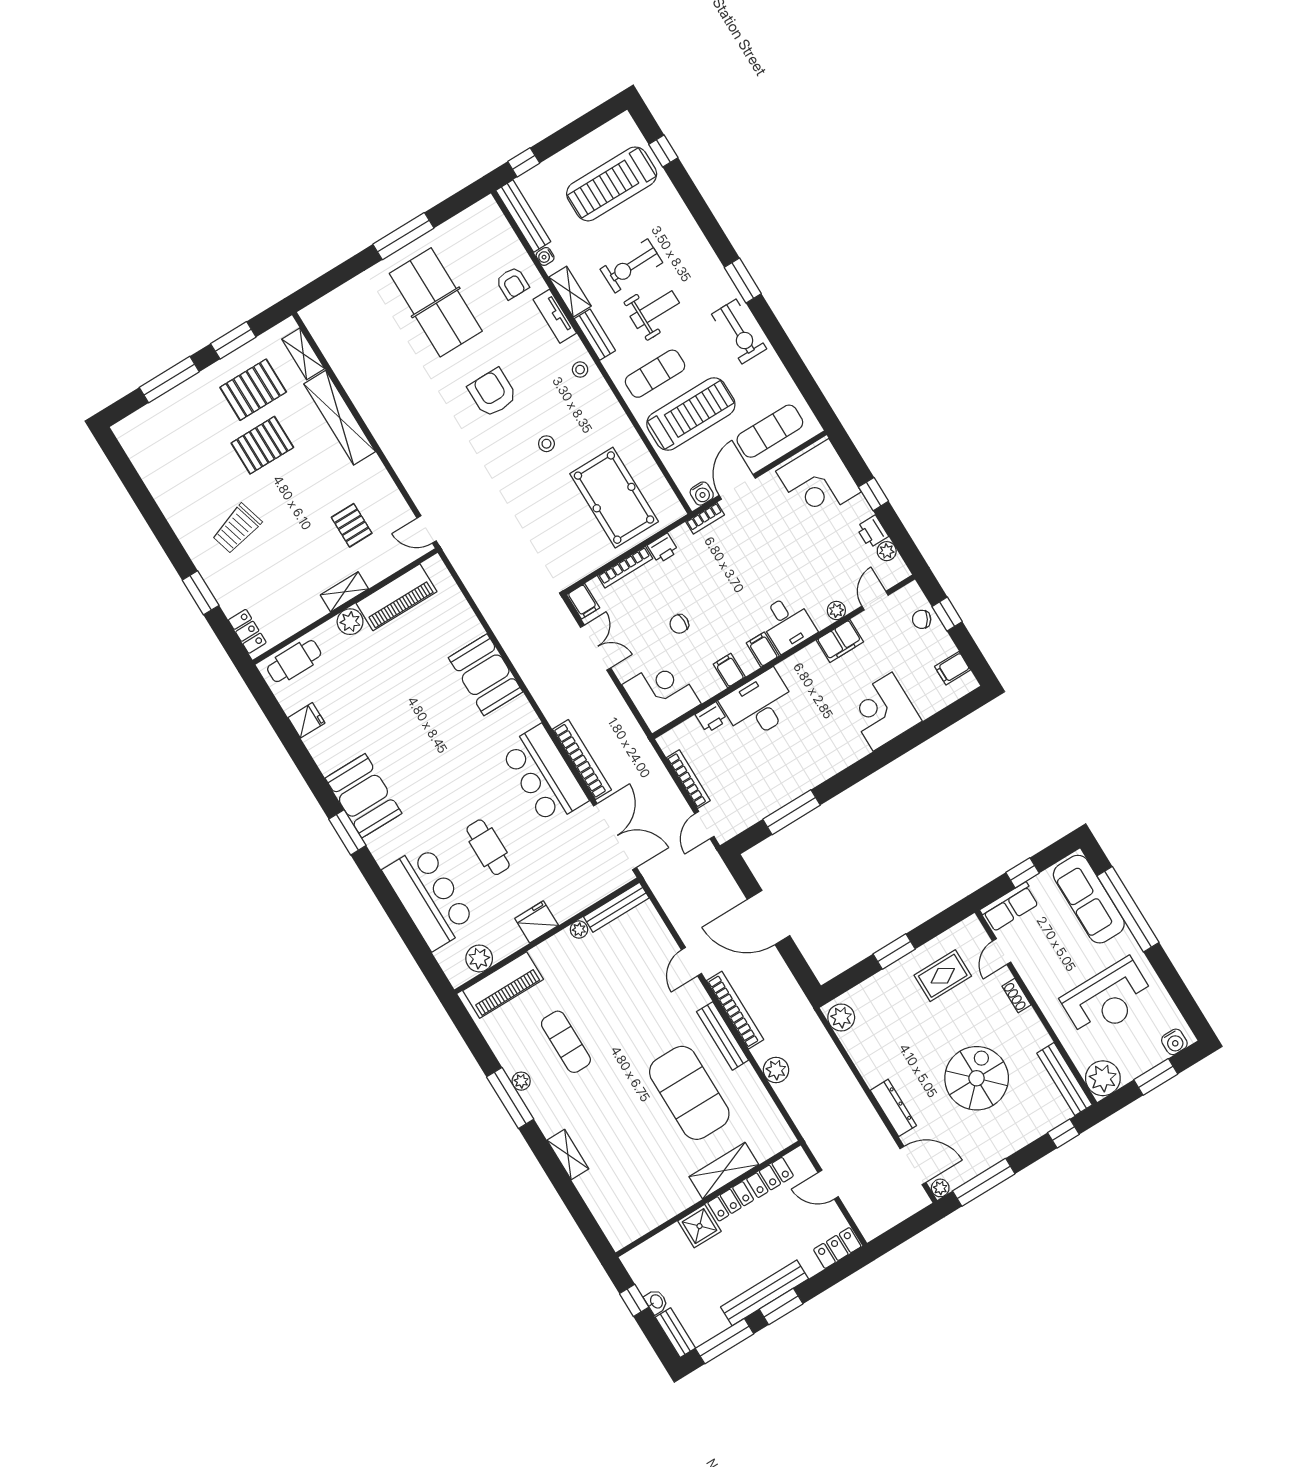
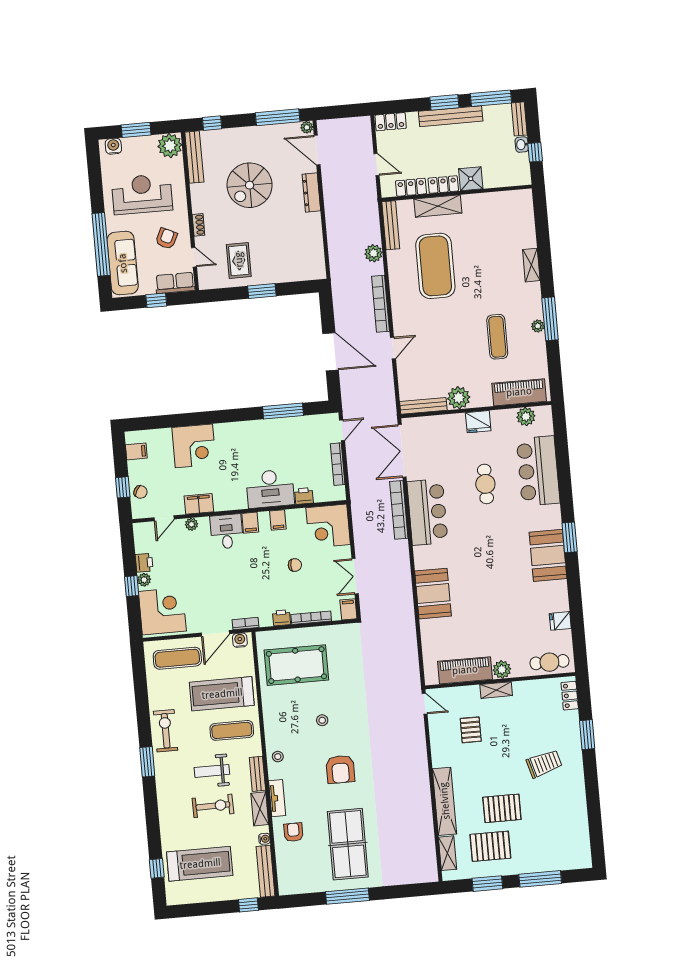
pool table: (614, 498) -> (296, 665), turned 90
plant: (887, 551) -> (144, 580), moved
plant: (579, 930) -> (459, 398), width x1.88, depth x1.88
door: (1002, 952) -> (194, 257), hinge flipped
armchair: (1049, 958) -> (166, 239), added
rug: (943, 976) -> (239, 260), turned 90
plant: (841, 1017) -> (316, 266), removed
bench: (723, 1036) -> (391, 225), moved

